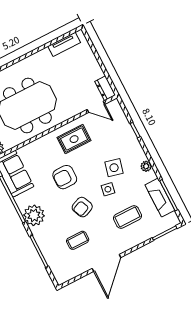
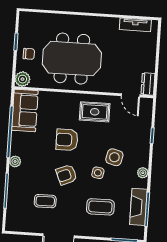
plant: (34, 215) -> (15, 161), width x0.53, depth x0.53

